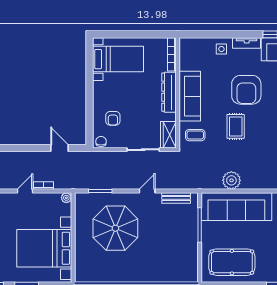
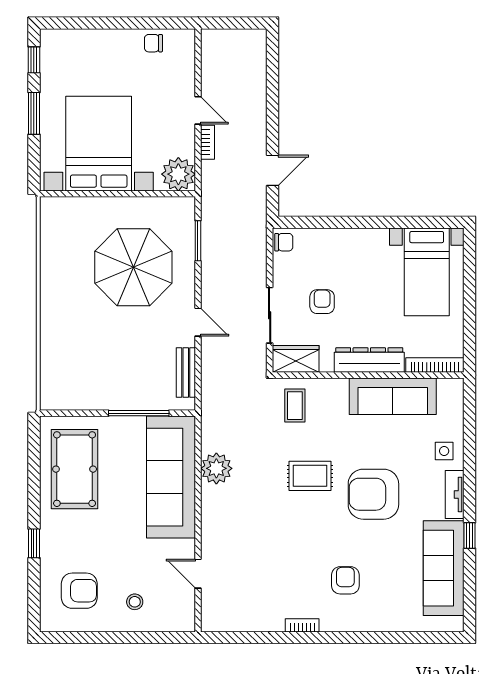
sofa: (190, 96) -> (393, 396), moved
armchair: (113, 118) -> (322, 302), moved, turned 90
plant: (66, 198) -> (178, 174), width x1.88, depth x1.88

